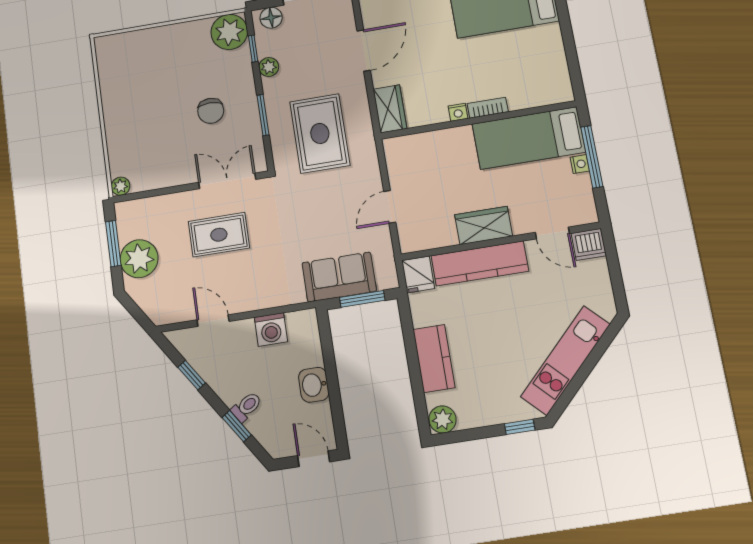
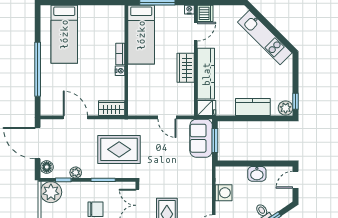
nightstand: (580, 164) -> (189, 10), moved
sofa: (339, 277) -> (201, 138), moved
window: (520, 427) -> (296, 101), moved

